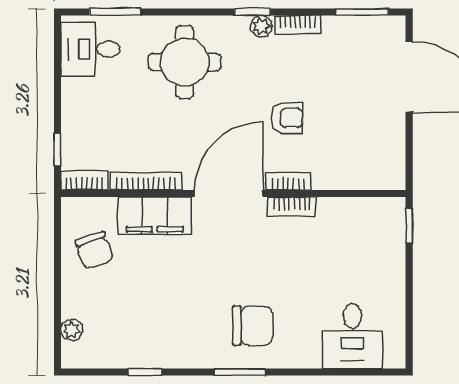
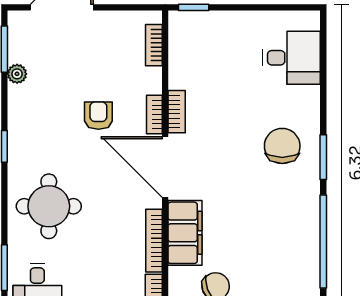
bookcase: (298, 25) -> (154, 45), moved, turned 180
plant: (261, 26) -> (17, 74), moved
window: (145, 372) -> (323, 242), width x3.17

